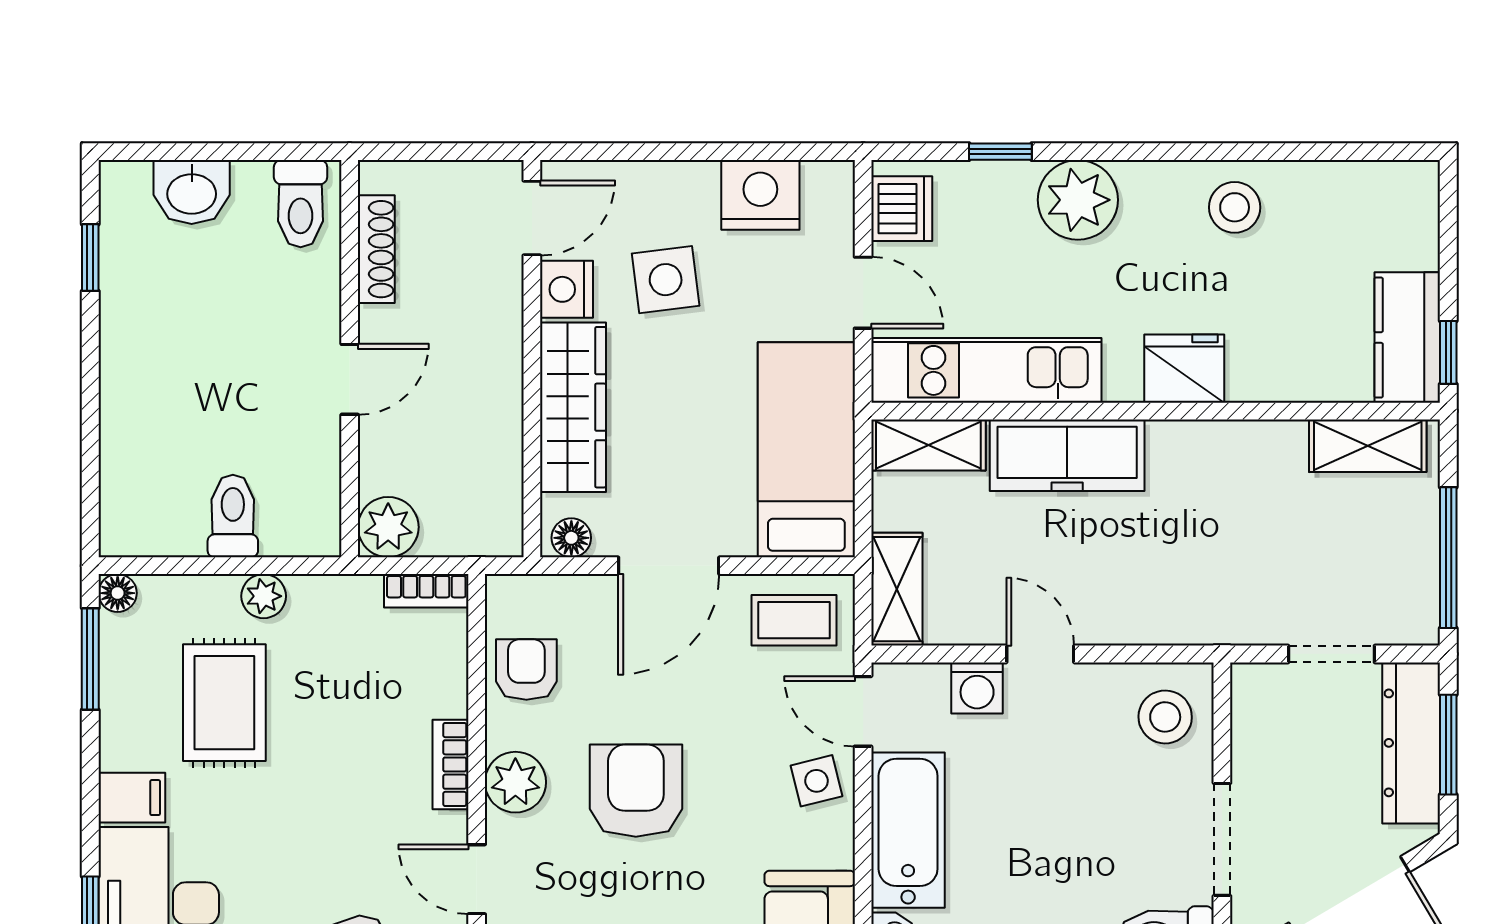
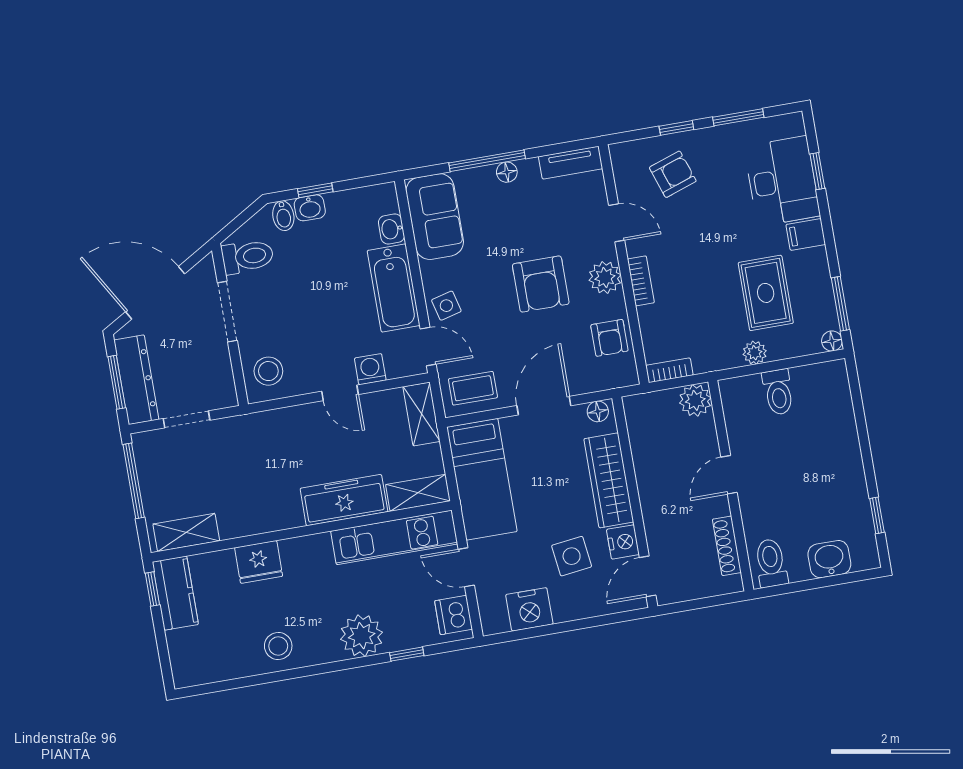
fridge: (1184, 369) -> (259, 562), moved

